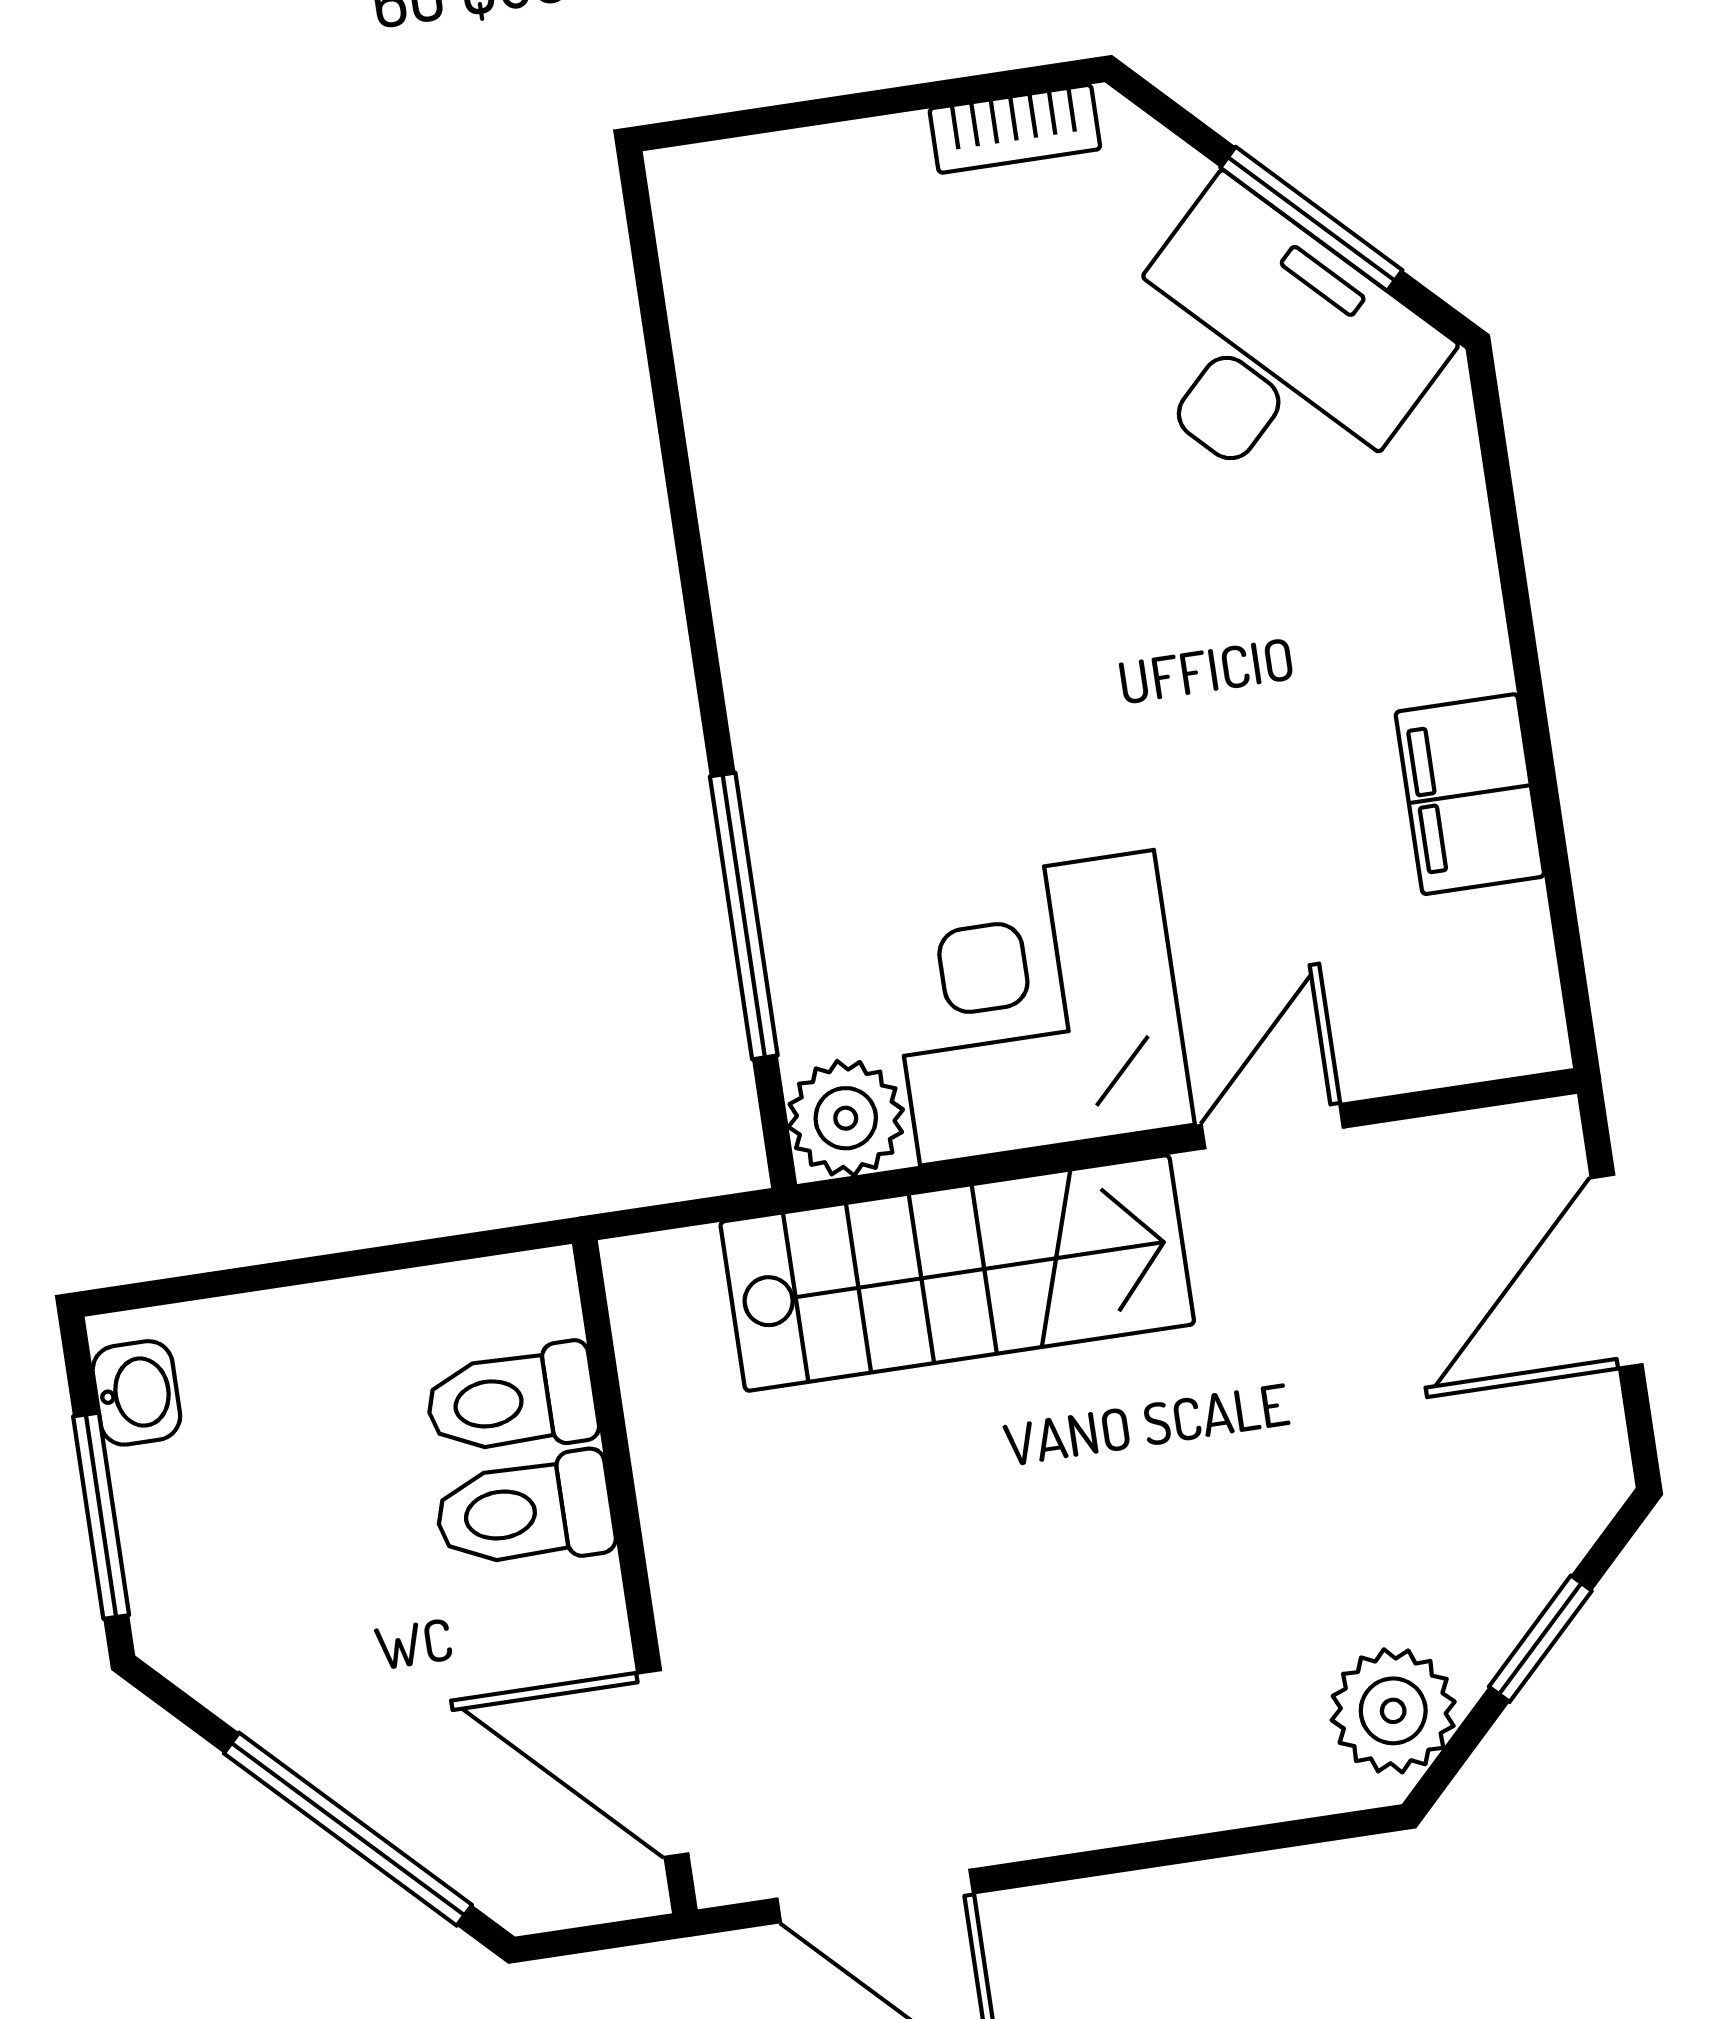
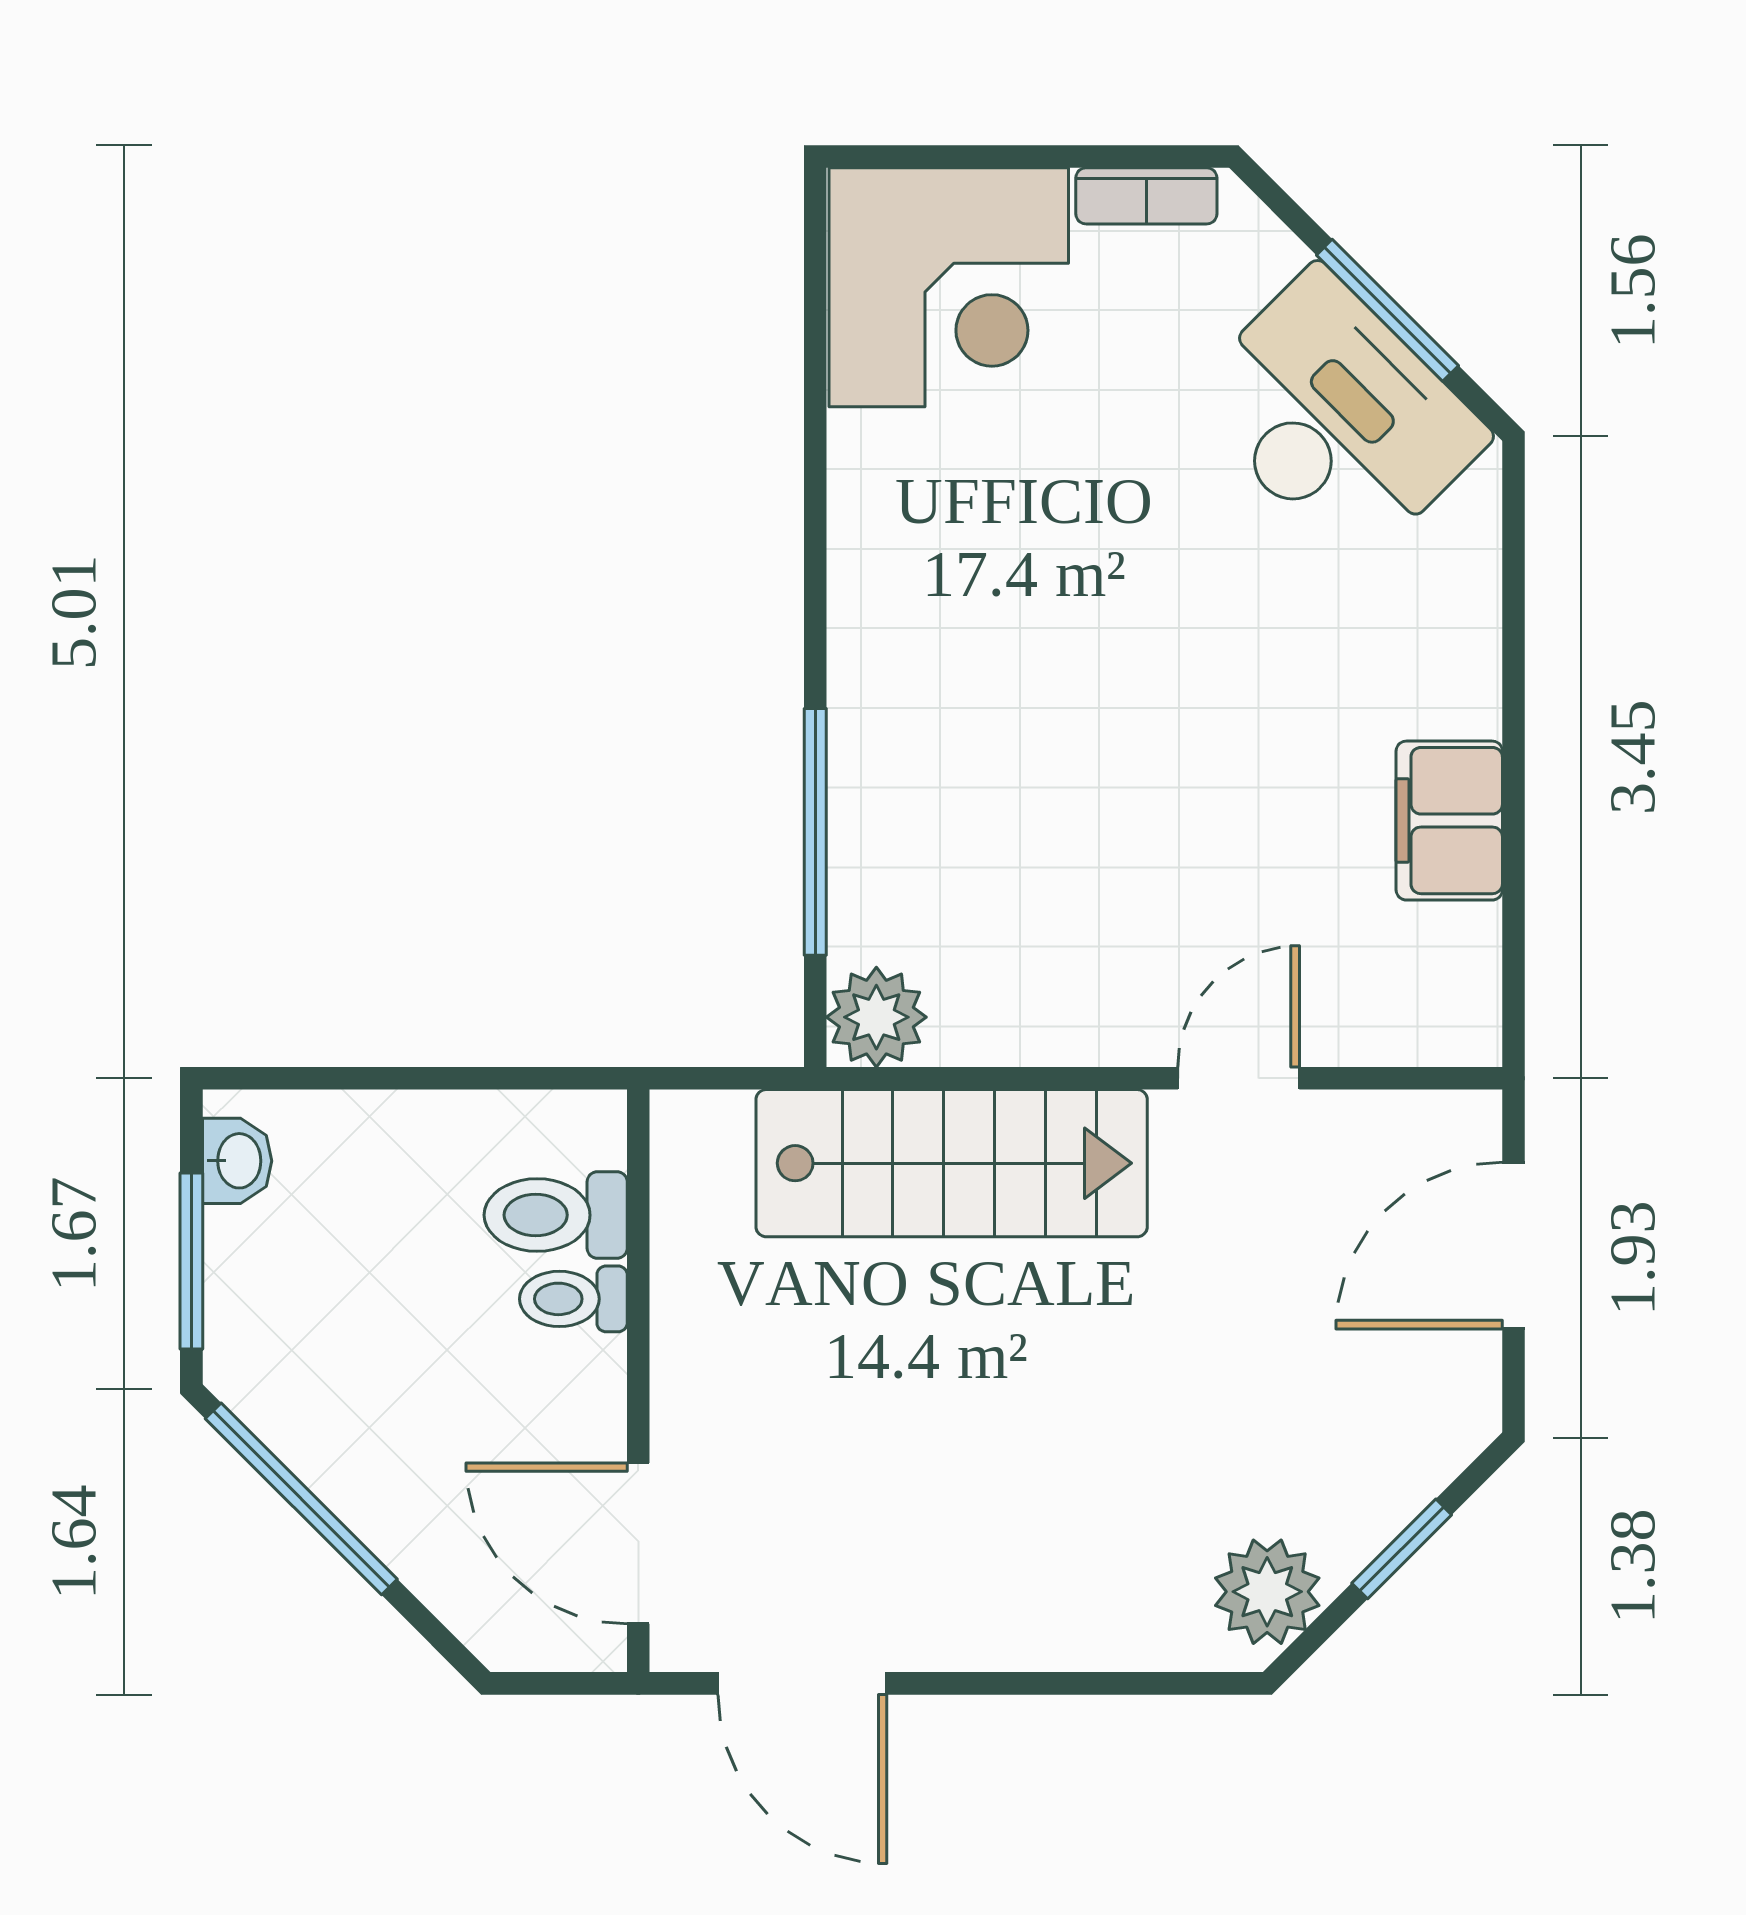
corner desk: (1037, 1008) -> (949, 287), moved, turned 180
toilet: (524, 1511) -> (573, 1299), width x0.73, depth x0.72
window: (348, 1829) -> (301, 1499), moved

